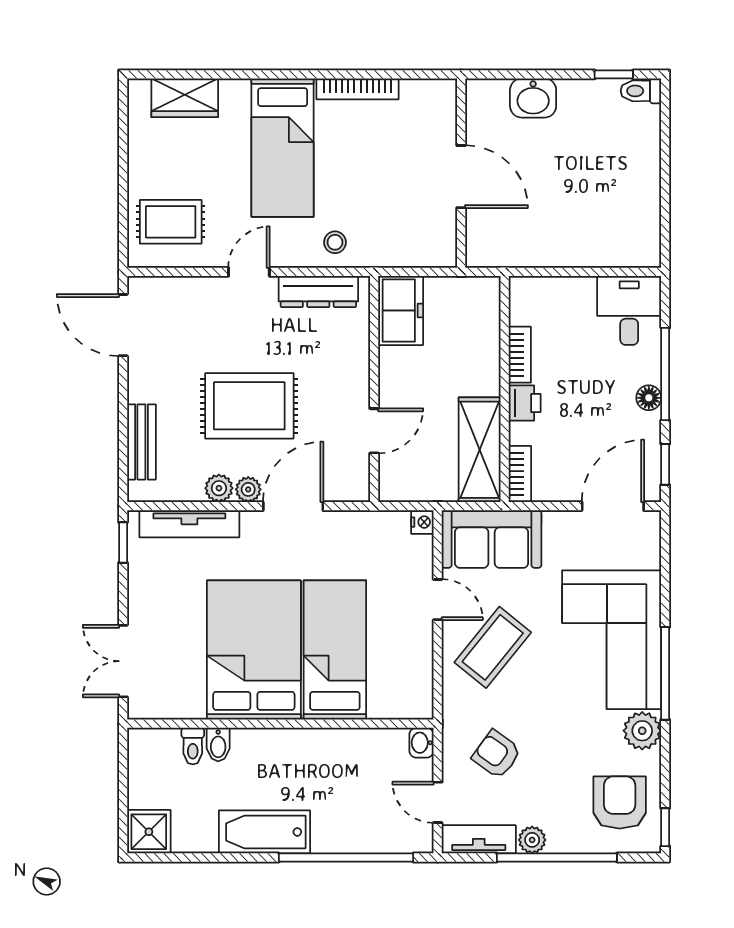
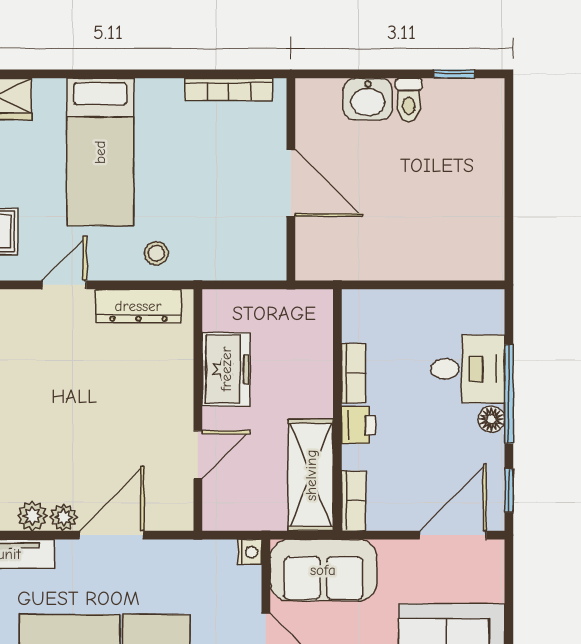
bookcase: (357, 89) -> (229, 89), moved
toilet: (641, 91) -> (409, 100), moved, turned -90
freezer: (401, 310) -> (226, 369), moved
desk: (629, 310) -> (468, 369), moved, turned 90
rug: (249, 406) -> (65, 428), removed

